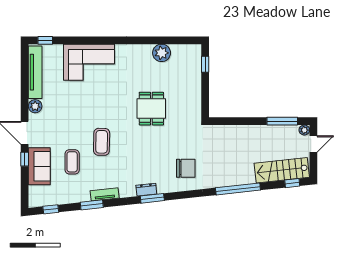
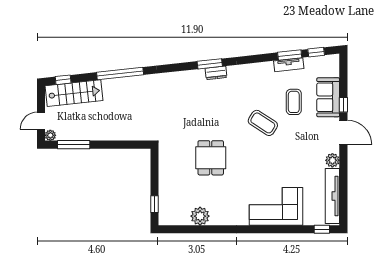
coffee table: (102, 142) -> (263, 123), turned -58
chair: (186, 168) -> (175, 95), removed
tv unit: (105, 194) -> (289, 65), moved
window: (92, 205) -> (290, 55), moved

